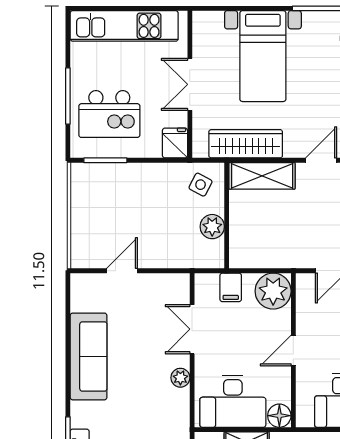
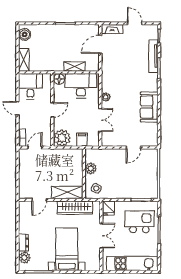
sofa: (89, 356) -> (149, 107), width x0.73

